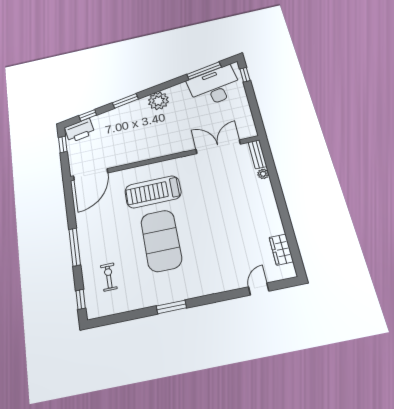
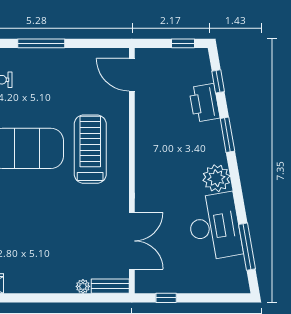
window: (245, 75) -> (166, 298), moved
desk: (214, 86) -> (215, 227), moved
printer: (80, 130) -> (204, 103), moved
door: (91, 174) -> (132, 75), width x0.73

